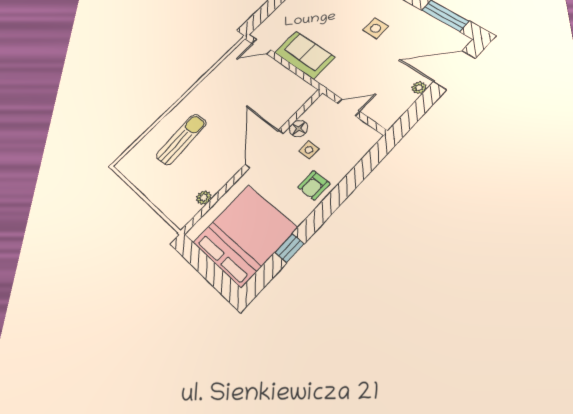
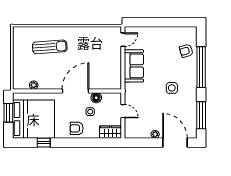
door: (261, 47) -> (123, 40), swing flipped
wardrobe: (362, 143) -> (110, 132), added
window: (203, 264) -> (8, 113), added

